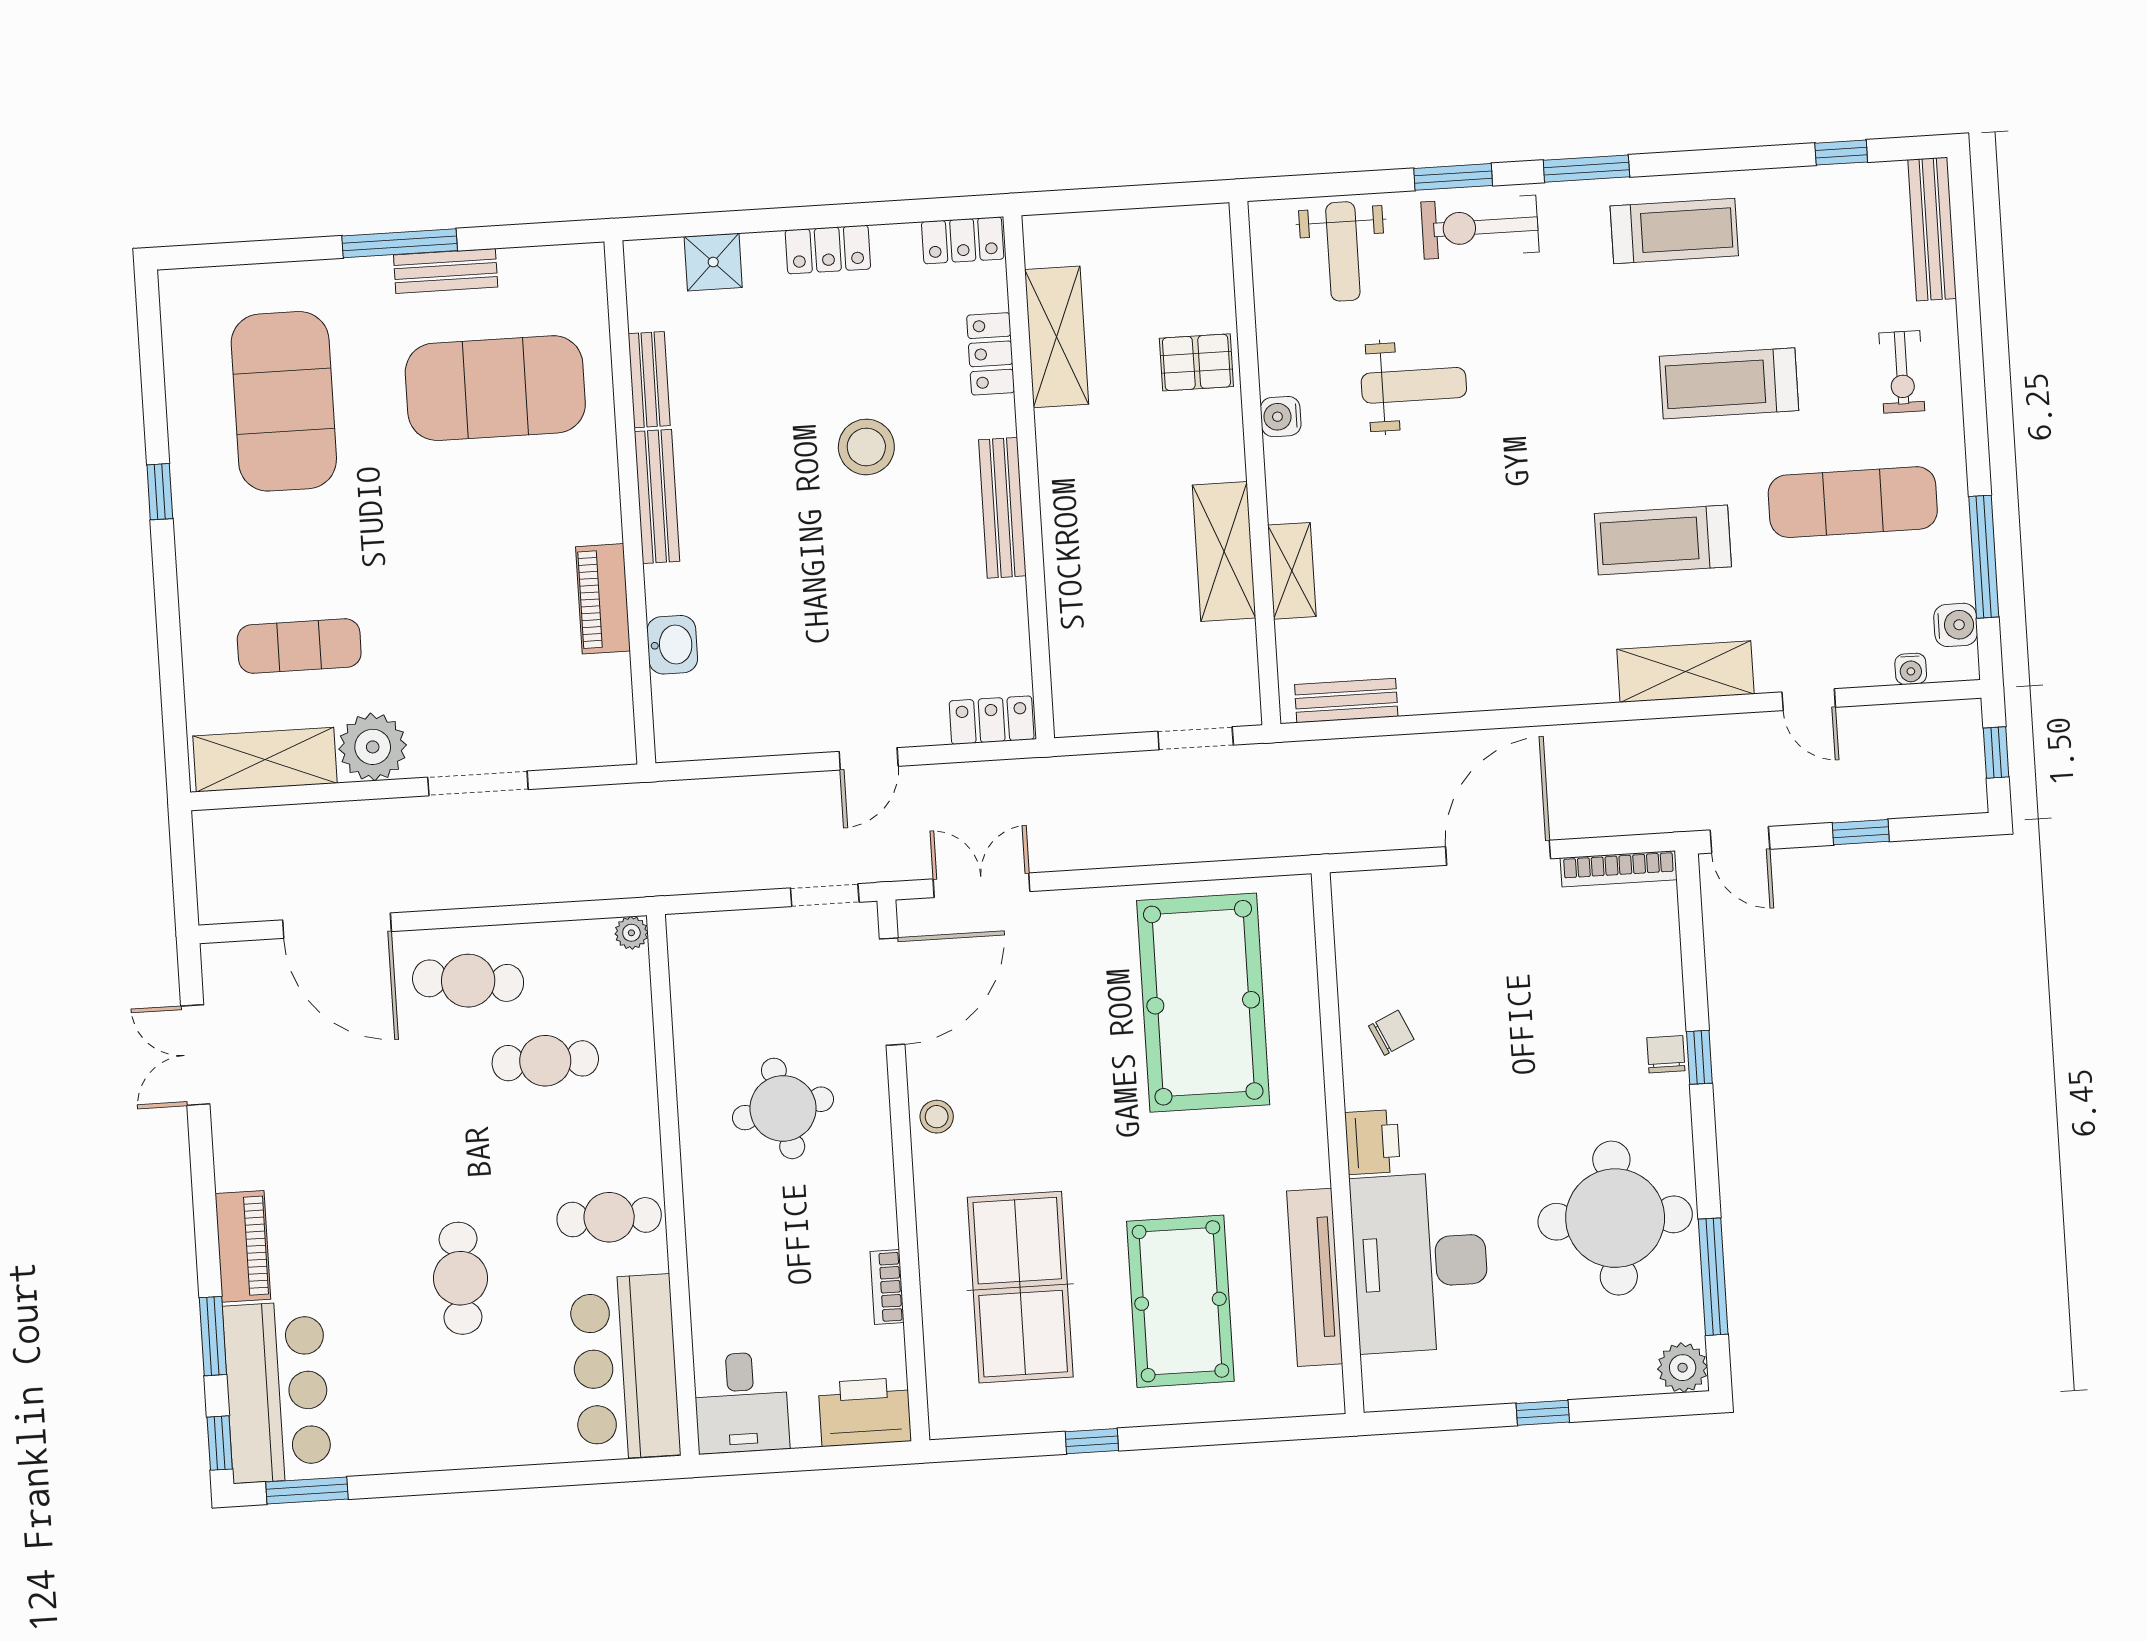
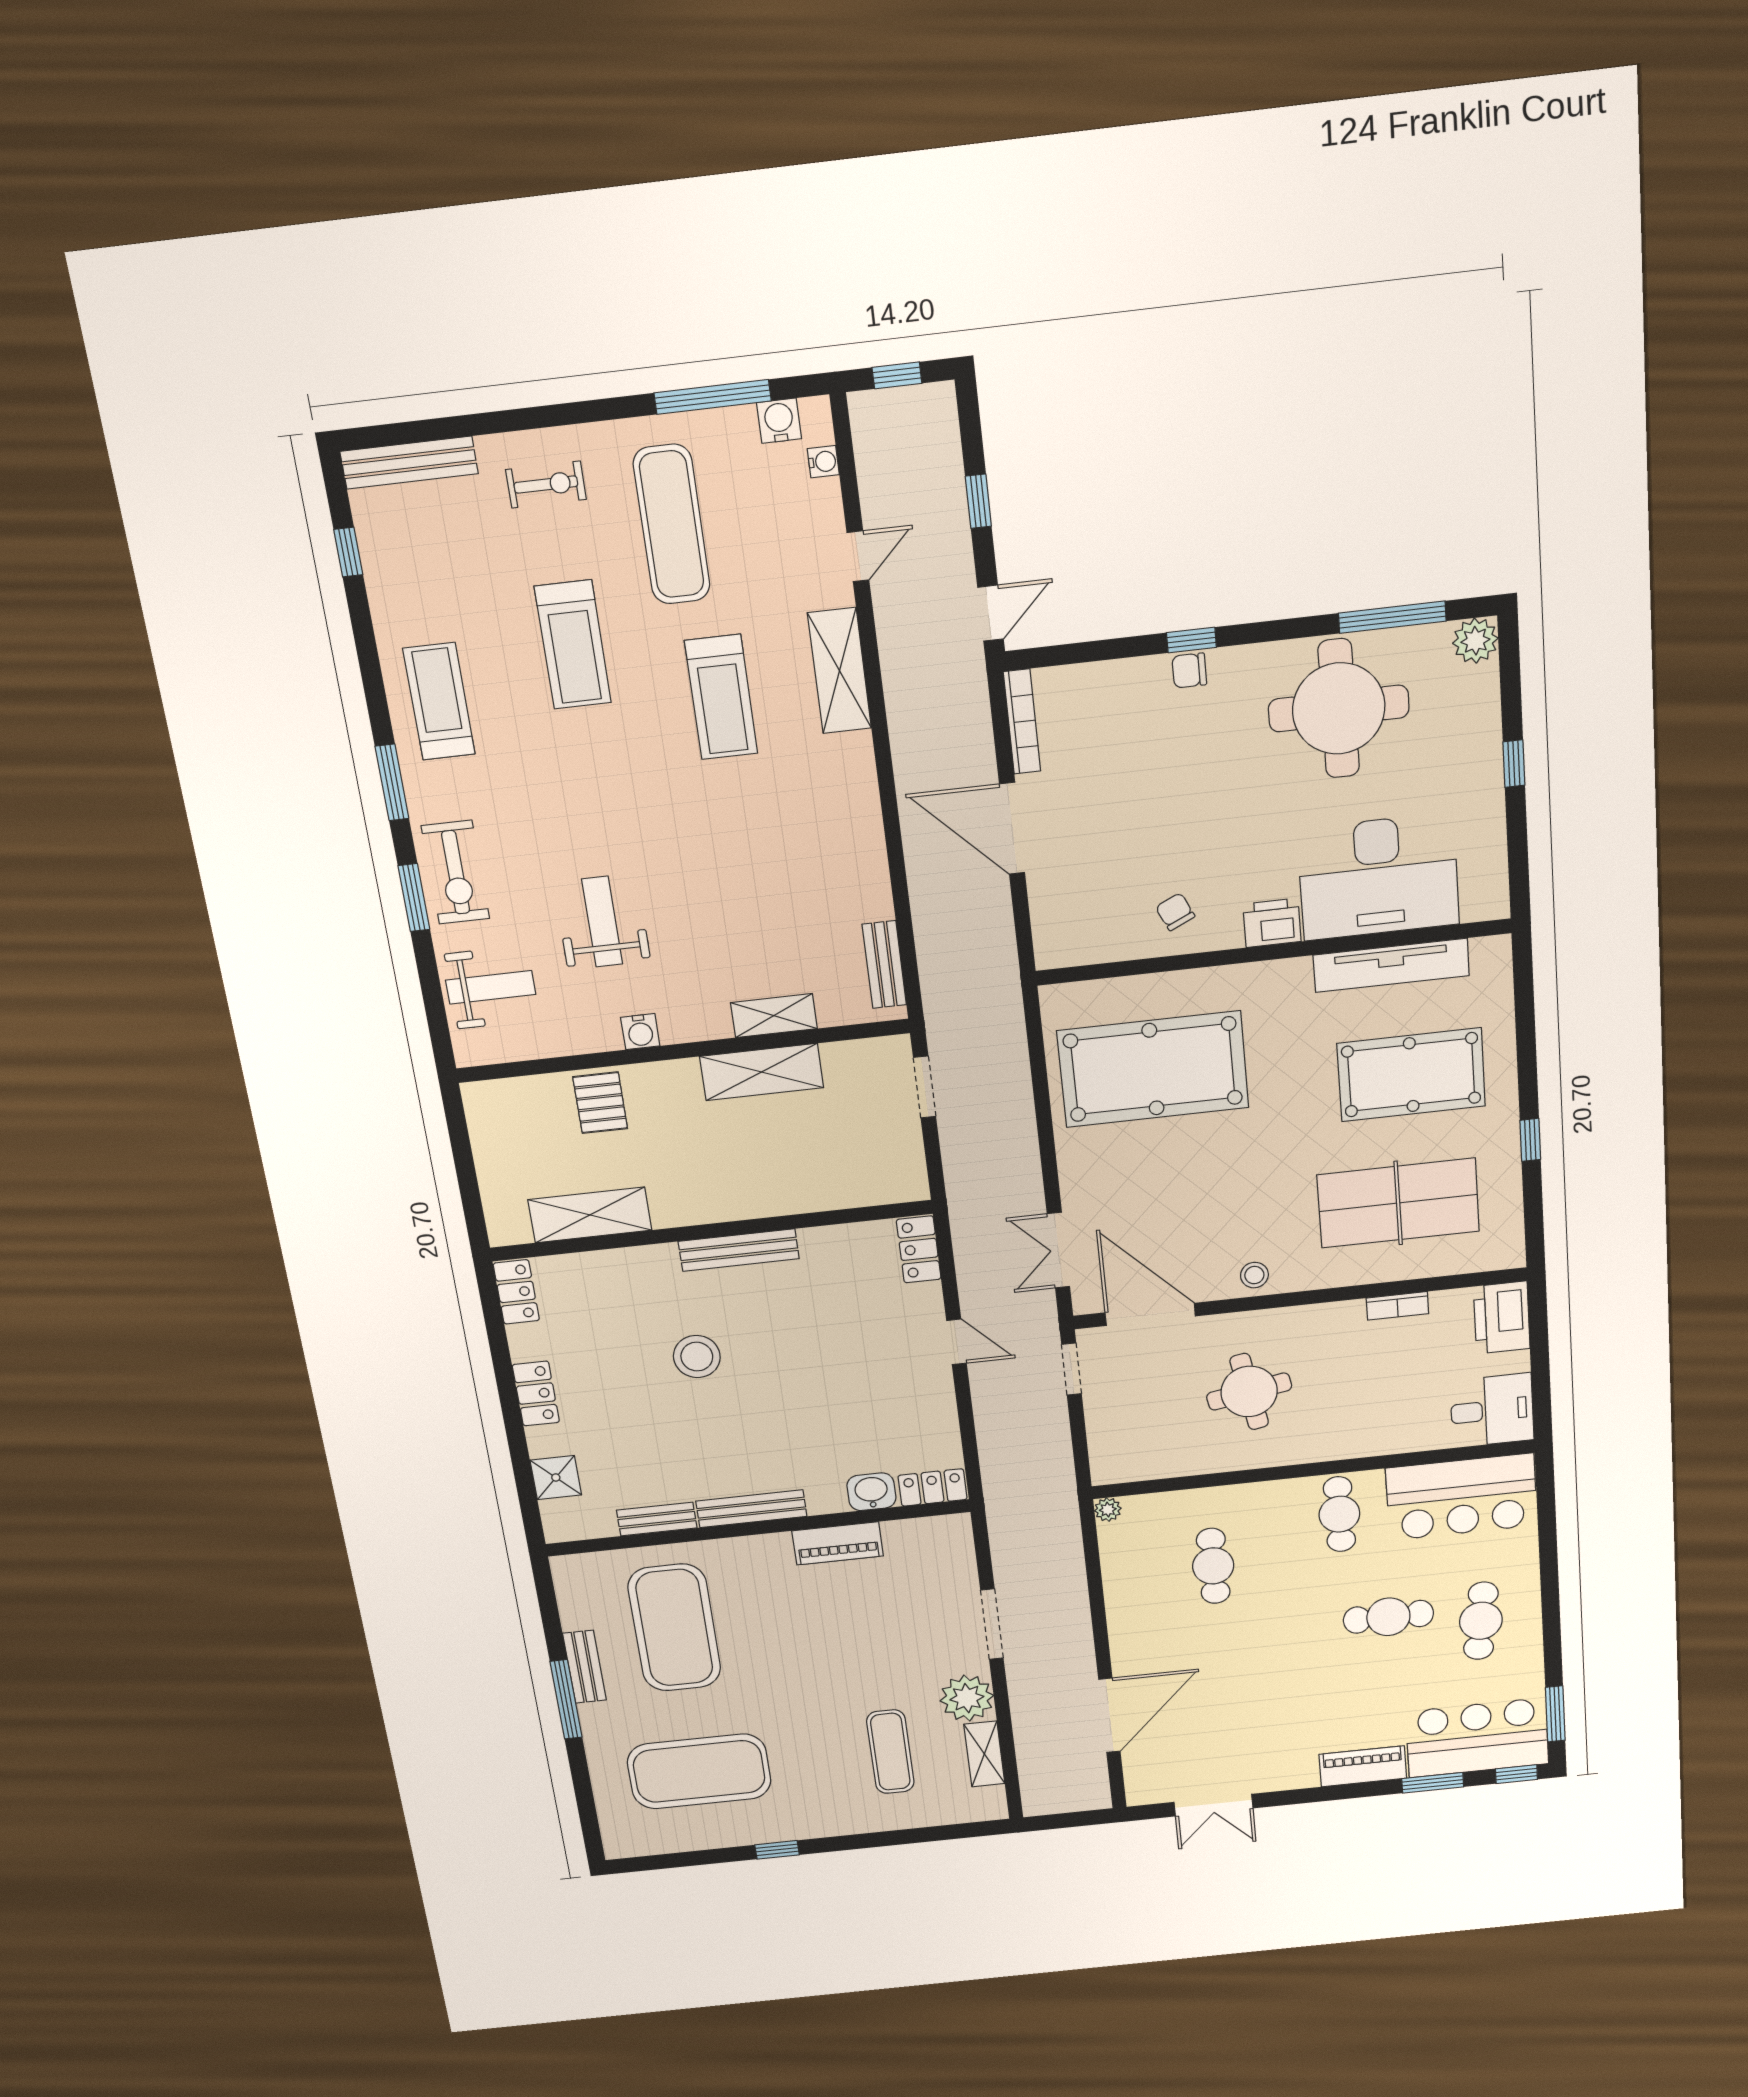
locker: (991, 354) -> (932, 1487), moved, turned 180
shelving: (265, 760) -> (984, 1754), width x0.67, depth x0.75
cafe table: (468, 981) -> (1481, 1621), moved

